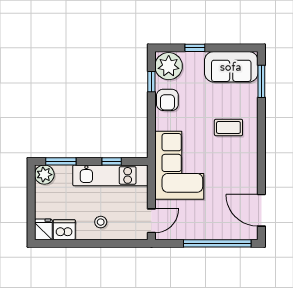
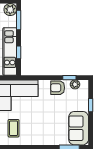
plant: (169, 66) -> (75, 84), width x0.53, depth x0.53
coffee table: (228, 127) -> (14, 128), moved

